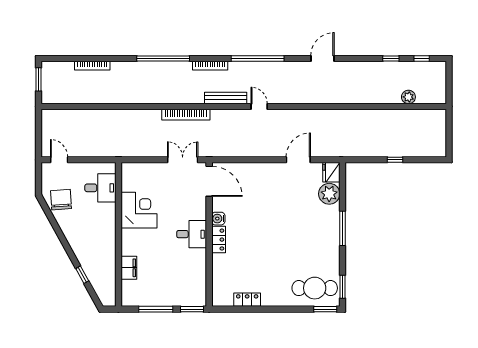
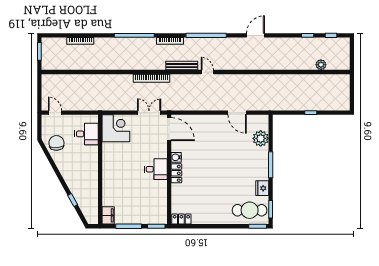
door: (298, 160) -> (237, 113), swing flipped
fridge: (331, 172) -> (262, 188), moved
corner desk: (139, 210) -> (116, 128), moved
filing cabinet: (129, 268) -> (108, 215), moved
locker: (247, 300) -> (181, 219), moved

